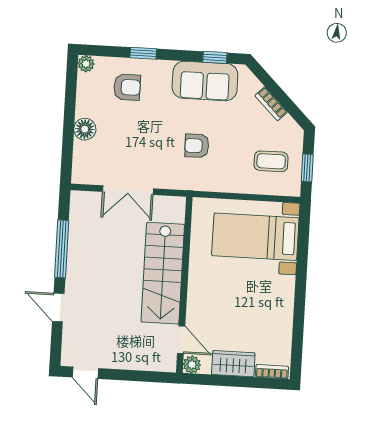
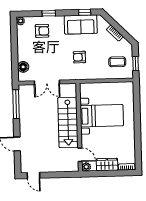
floor lamp: (85, 129) -> (23, 67), moved
bed with nightstands: (255, 237) -> (102, 116), moved, turned 180
window: (62, 249) -> (16, 104), moved

